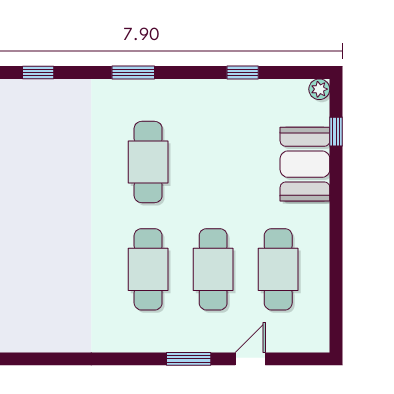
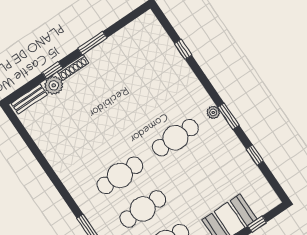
window: (133, 72) -> (228, 116), moved
plant: (319, 89) -> (213, 112), moved

